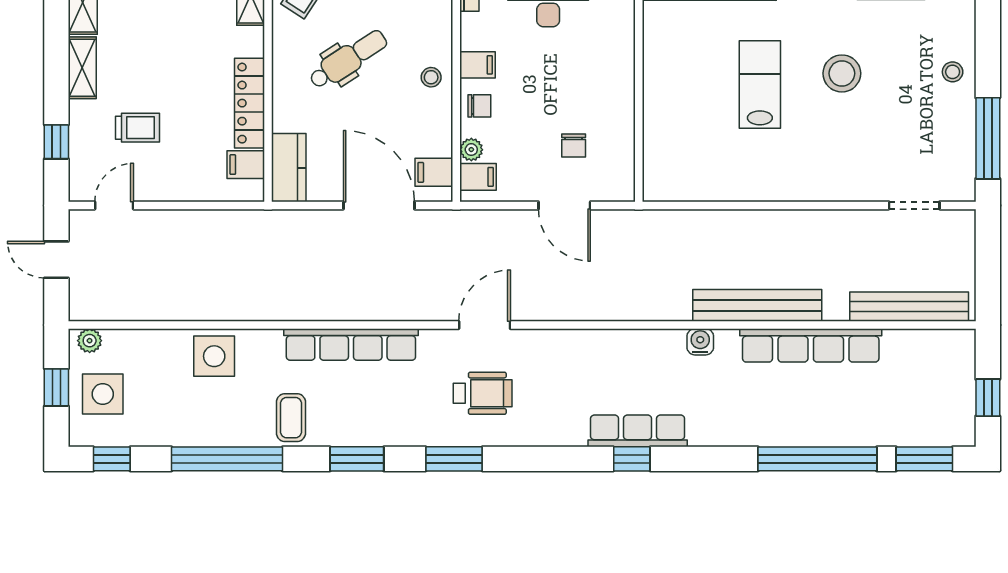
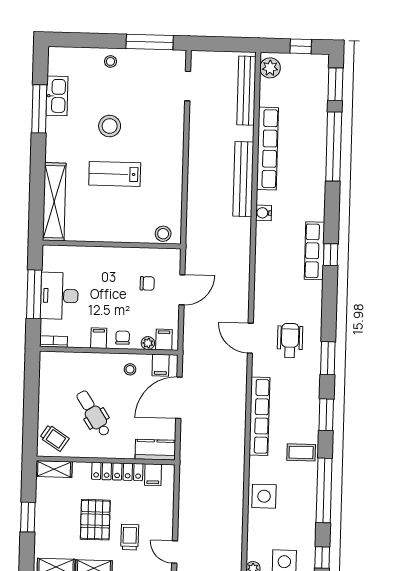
pallet: (166, 68) -> (95, 520), added
stool: (431, 77) -> (130, 369), moved
stool: (660, 170) -> (163, 234), added
plant: (949, 346) -> (270, 68), added

